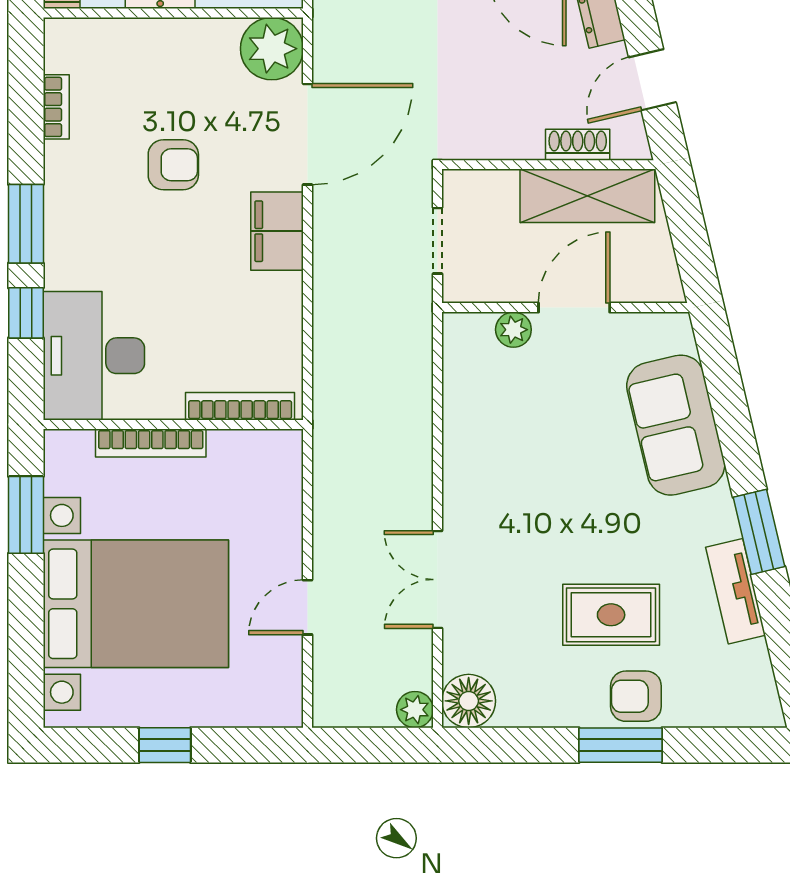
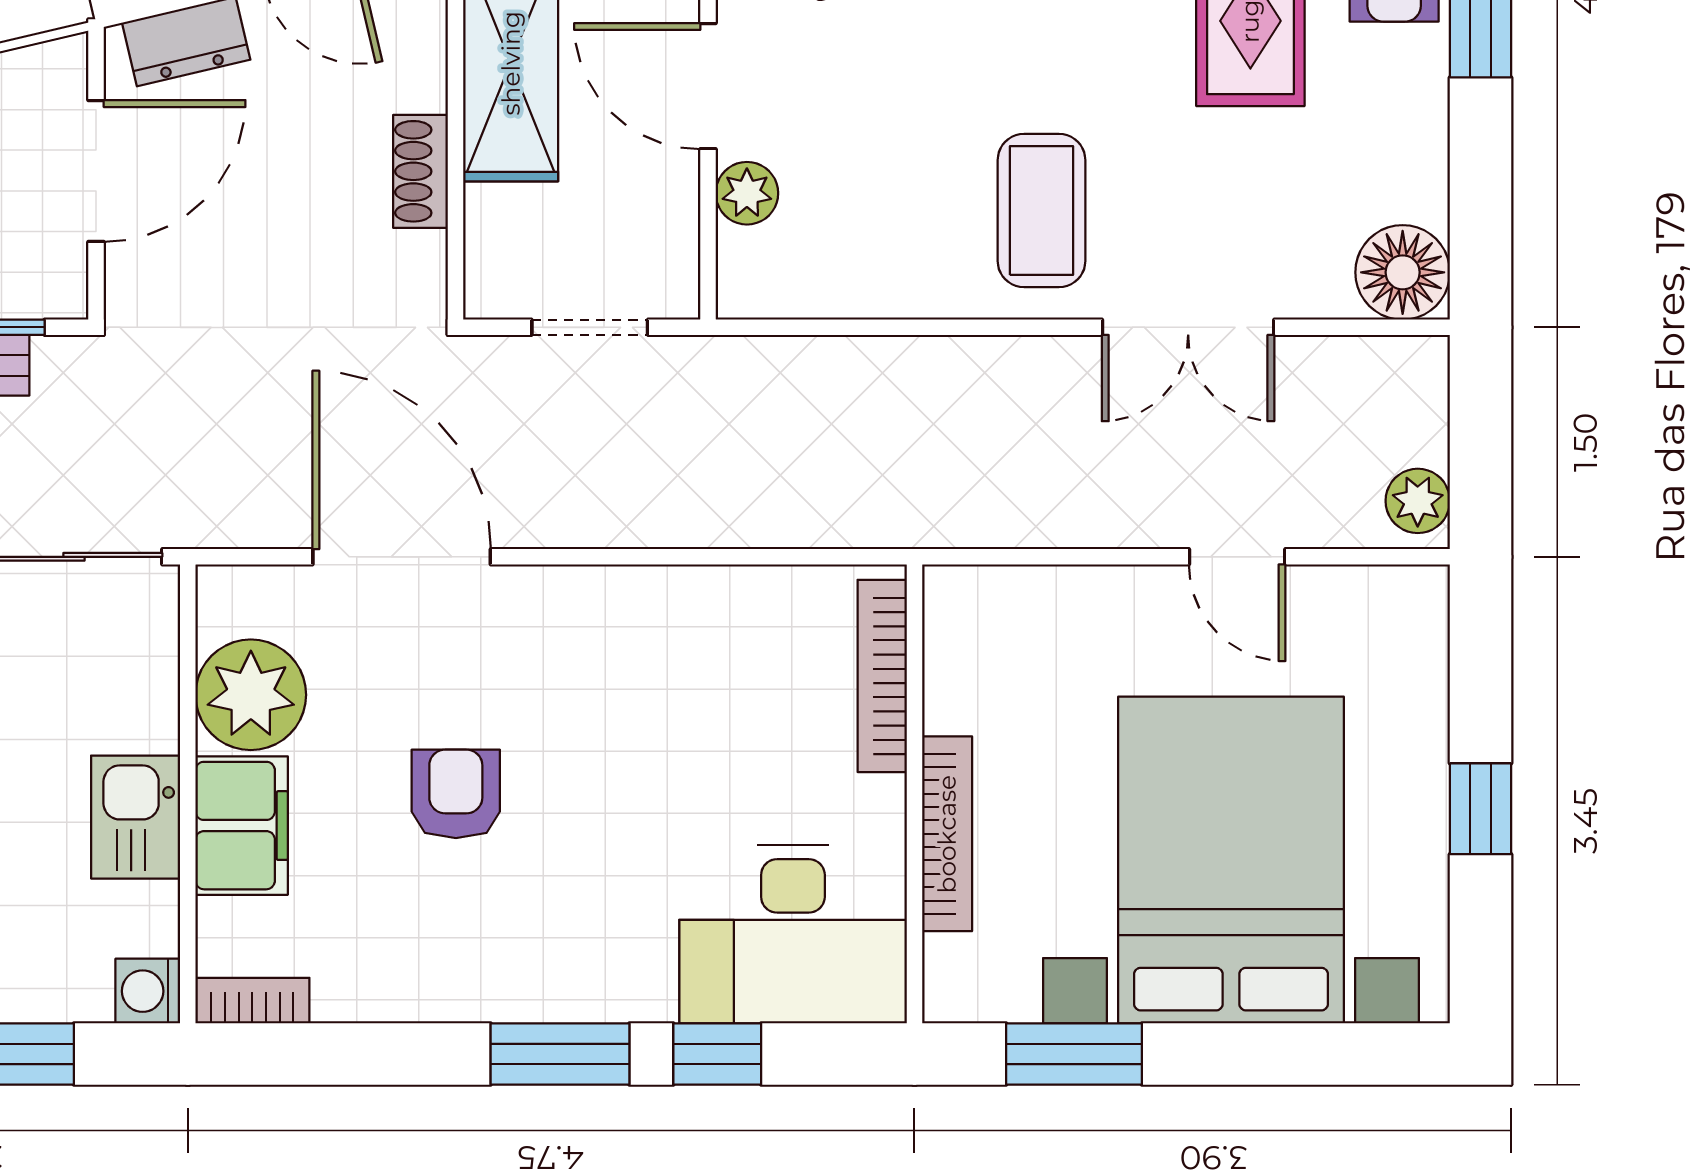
plant: (272, 49) -> (251, 695), moved
bookcase: (56, 107) -> (252, 1001), moved
shoe rack: (578, 145) -> (420, 171), moved
filing cabinet: (277, 231) -> (242, 826), moved, turned -90
coffee table: (504, 496) -> (1041, 211), added
plant: (415, 710) -> (1418, 501), moved

